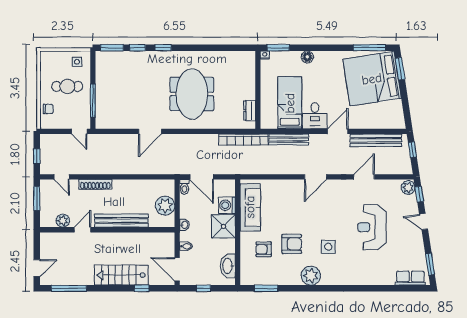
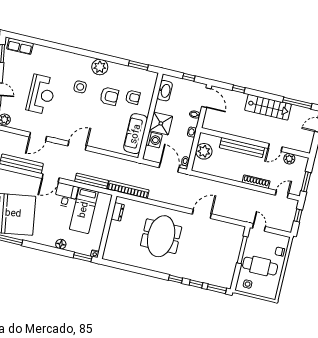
cafe table: (67, 86) -> (260, 266), width x1.37, depth x1.35
door: (62, 177) -> (282, 194), hinge flipped
armchair: (292, 244) -> (109, 96), turned 180
stairs: (121, 275) -> (268, 107), moved

